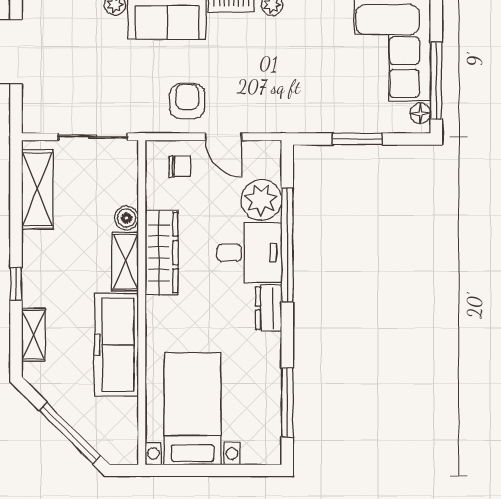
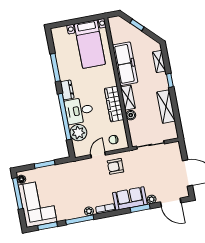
armchair: (187, 101) -> (115, 166), turned 90
door: (224, 137) -> (98, 155), hinge flipped
shelving: (37, 189) -> (166, 107), moved
window: (287, 403) -> (55, 67), moved
window: (70, 433) -> (137, 25), width x0.46

